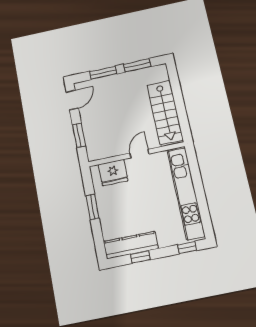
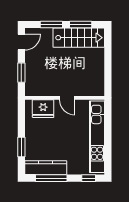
stairs: (165, 112) -> (79, 38), moved, turned -90
door: (139, 154) -> (67, 98), swing flipped
window: (92, 207) -> (21, 147), moved
window: (140, 257) -> (51, 178), width x2.17

